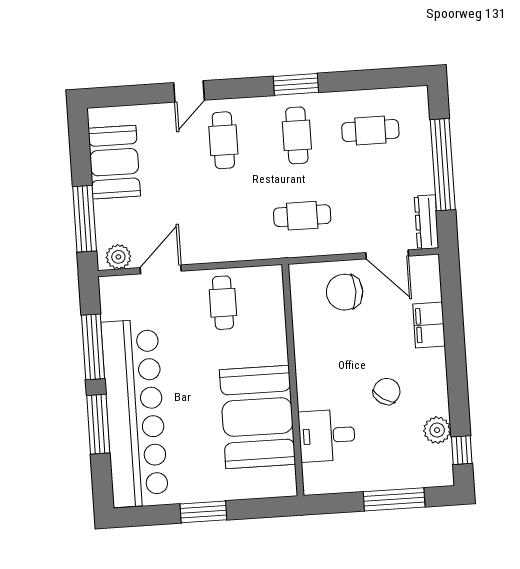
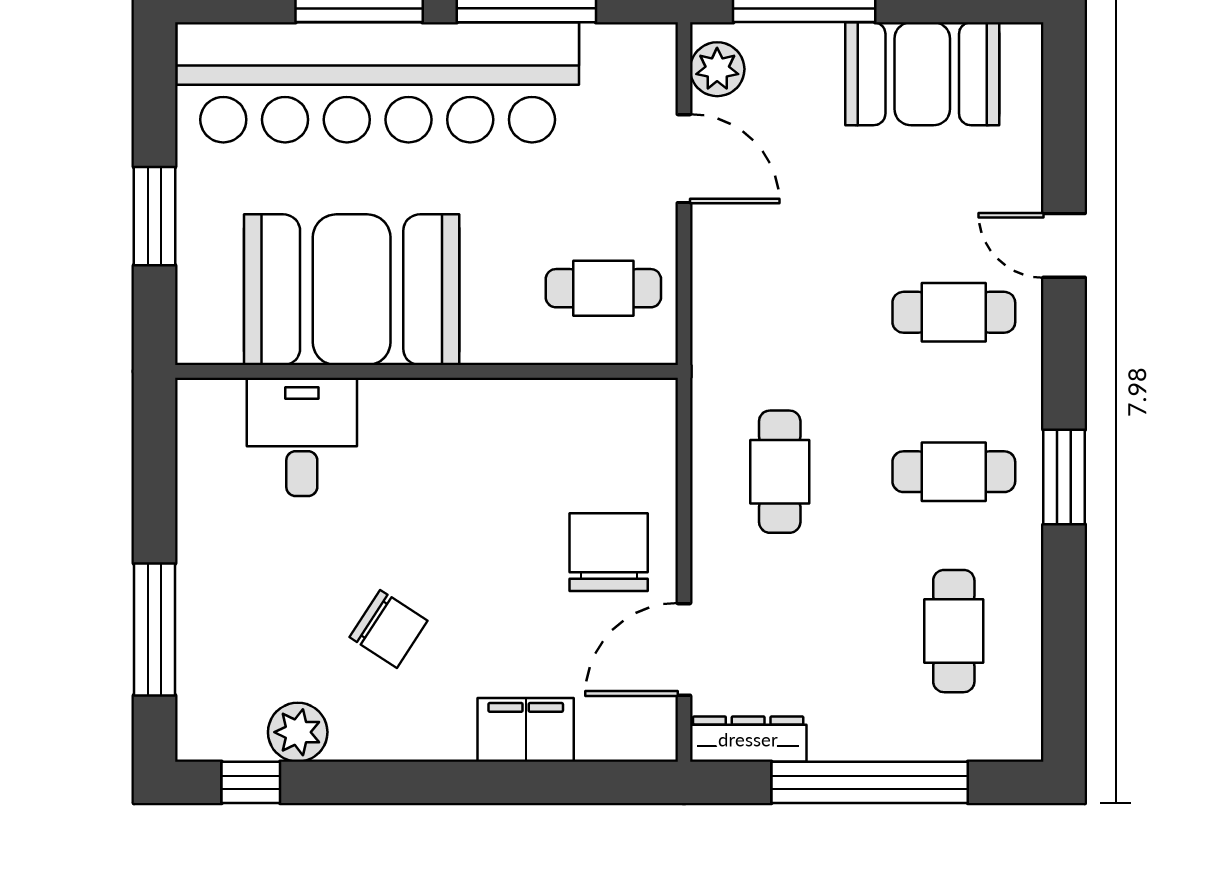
wall: (293, 380) -> (426, 371), moved
booth: (257, 417) -> (352, 290), moved
desk: (327, 435) -> (302, 437), moved

